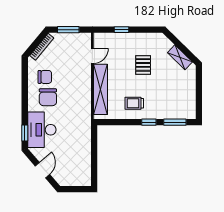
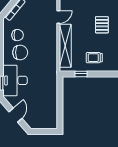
chair: (48, 97) -> (20, 52), turned -90
window: (149, 122) -> (81, 74), moved

